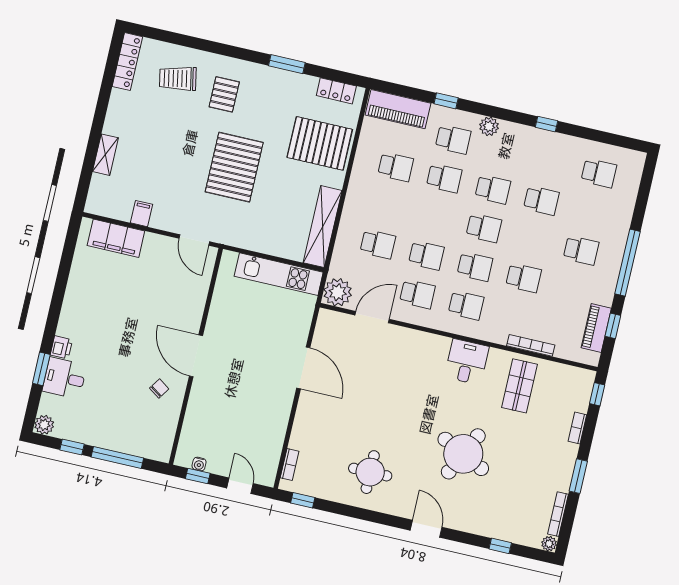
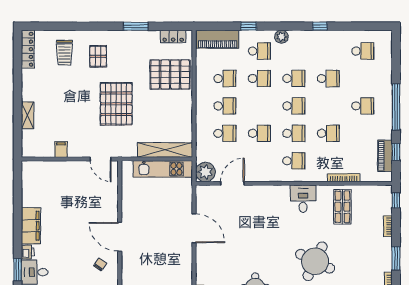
trolley: (178, 78) -> (64, 53), turned -79
shelving: (323, 227) -> (165, 150), moved, turned 90
filing cabinet: (116, 238) -> (31, 226), moved, turned -90
school desk: (417, 294) -> (225, 106), moved

